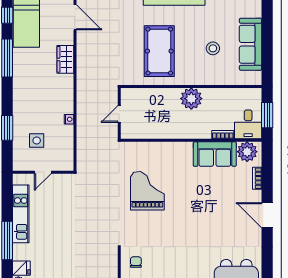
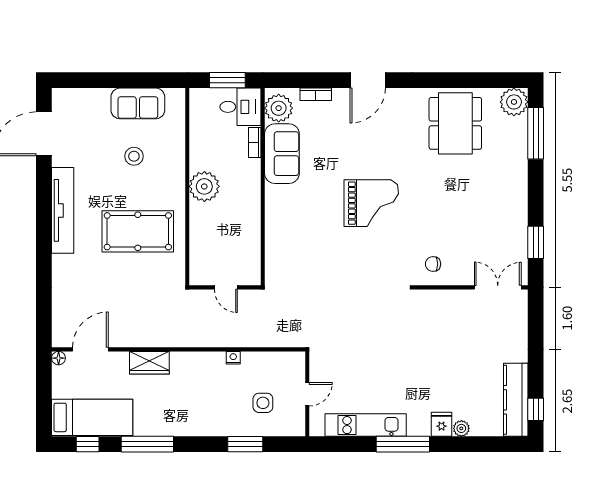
sofa: (251, 44) -> (138, 103), width x0.73
door: (43, 172) -> (307, 394), hinge flipped
grand piano: (147, 191) -> (371, 203), moved, turned 180

